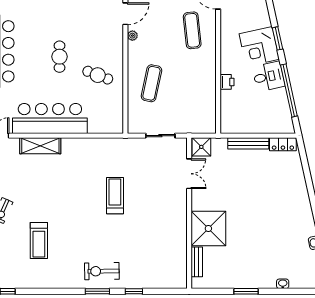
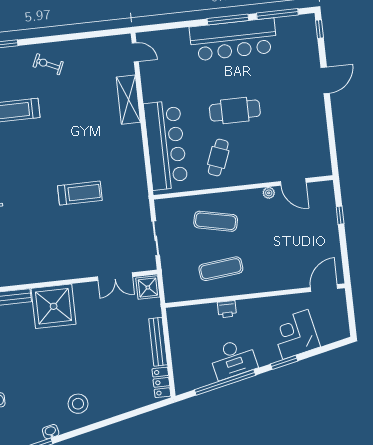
exercise mat: (192, 30) -> (221, 269), moved
corner desk: (259, 47) -> (295, 334), moved
cafe table: (60, 57) -> (235, 111), width x1.37, depth x1.35
desk: (269, 76) -> (233, 359), width x1.37
bar counter: (50, 118) -> (166, 145), moved
stool: (293, 217) -> (78, 404), added

